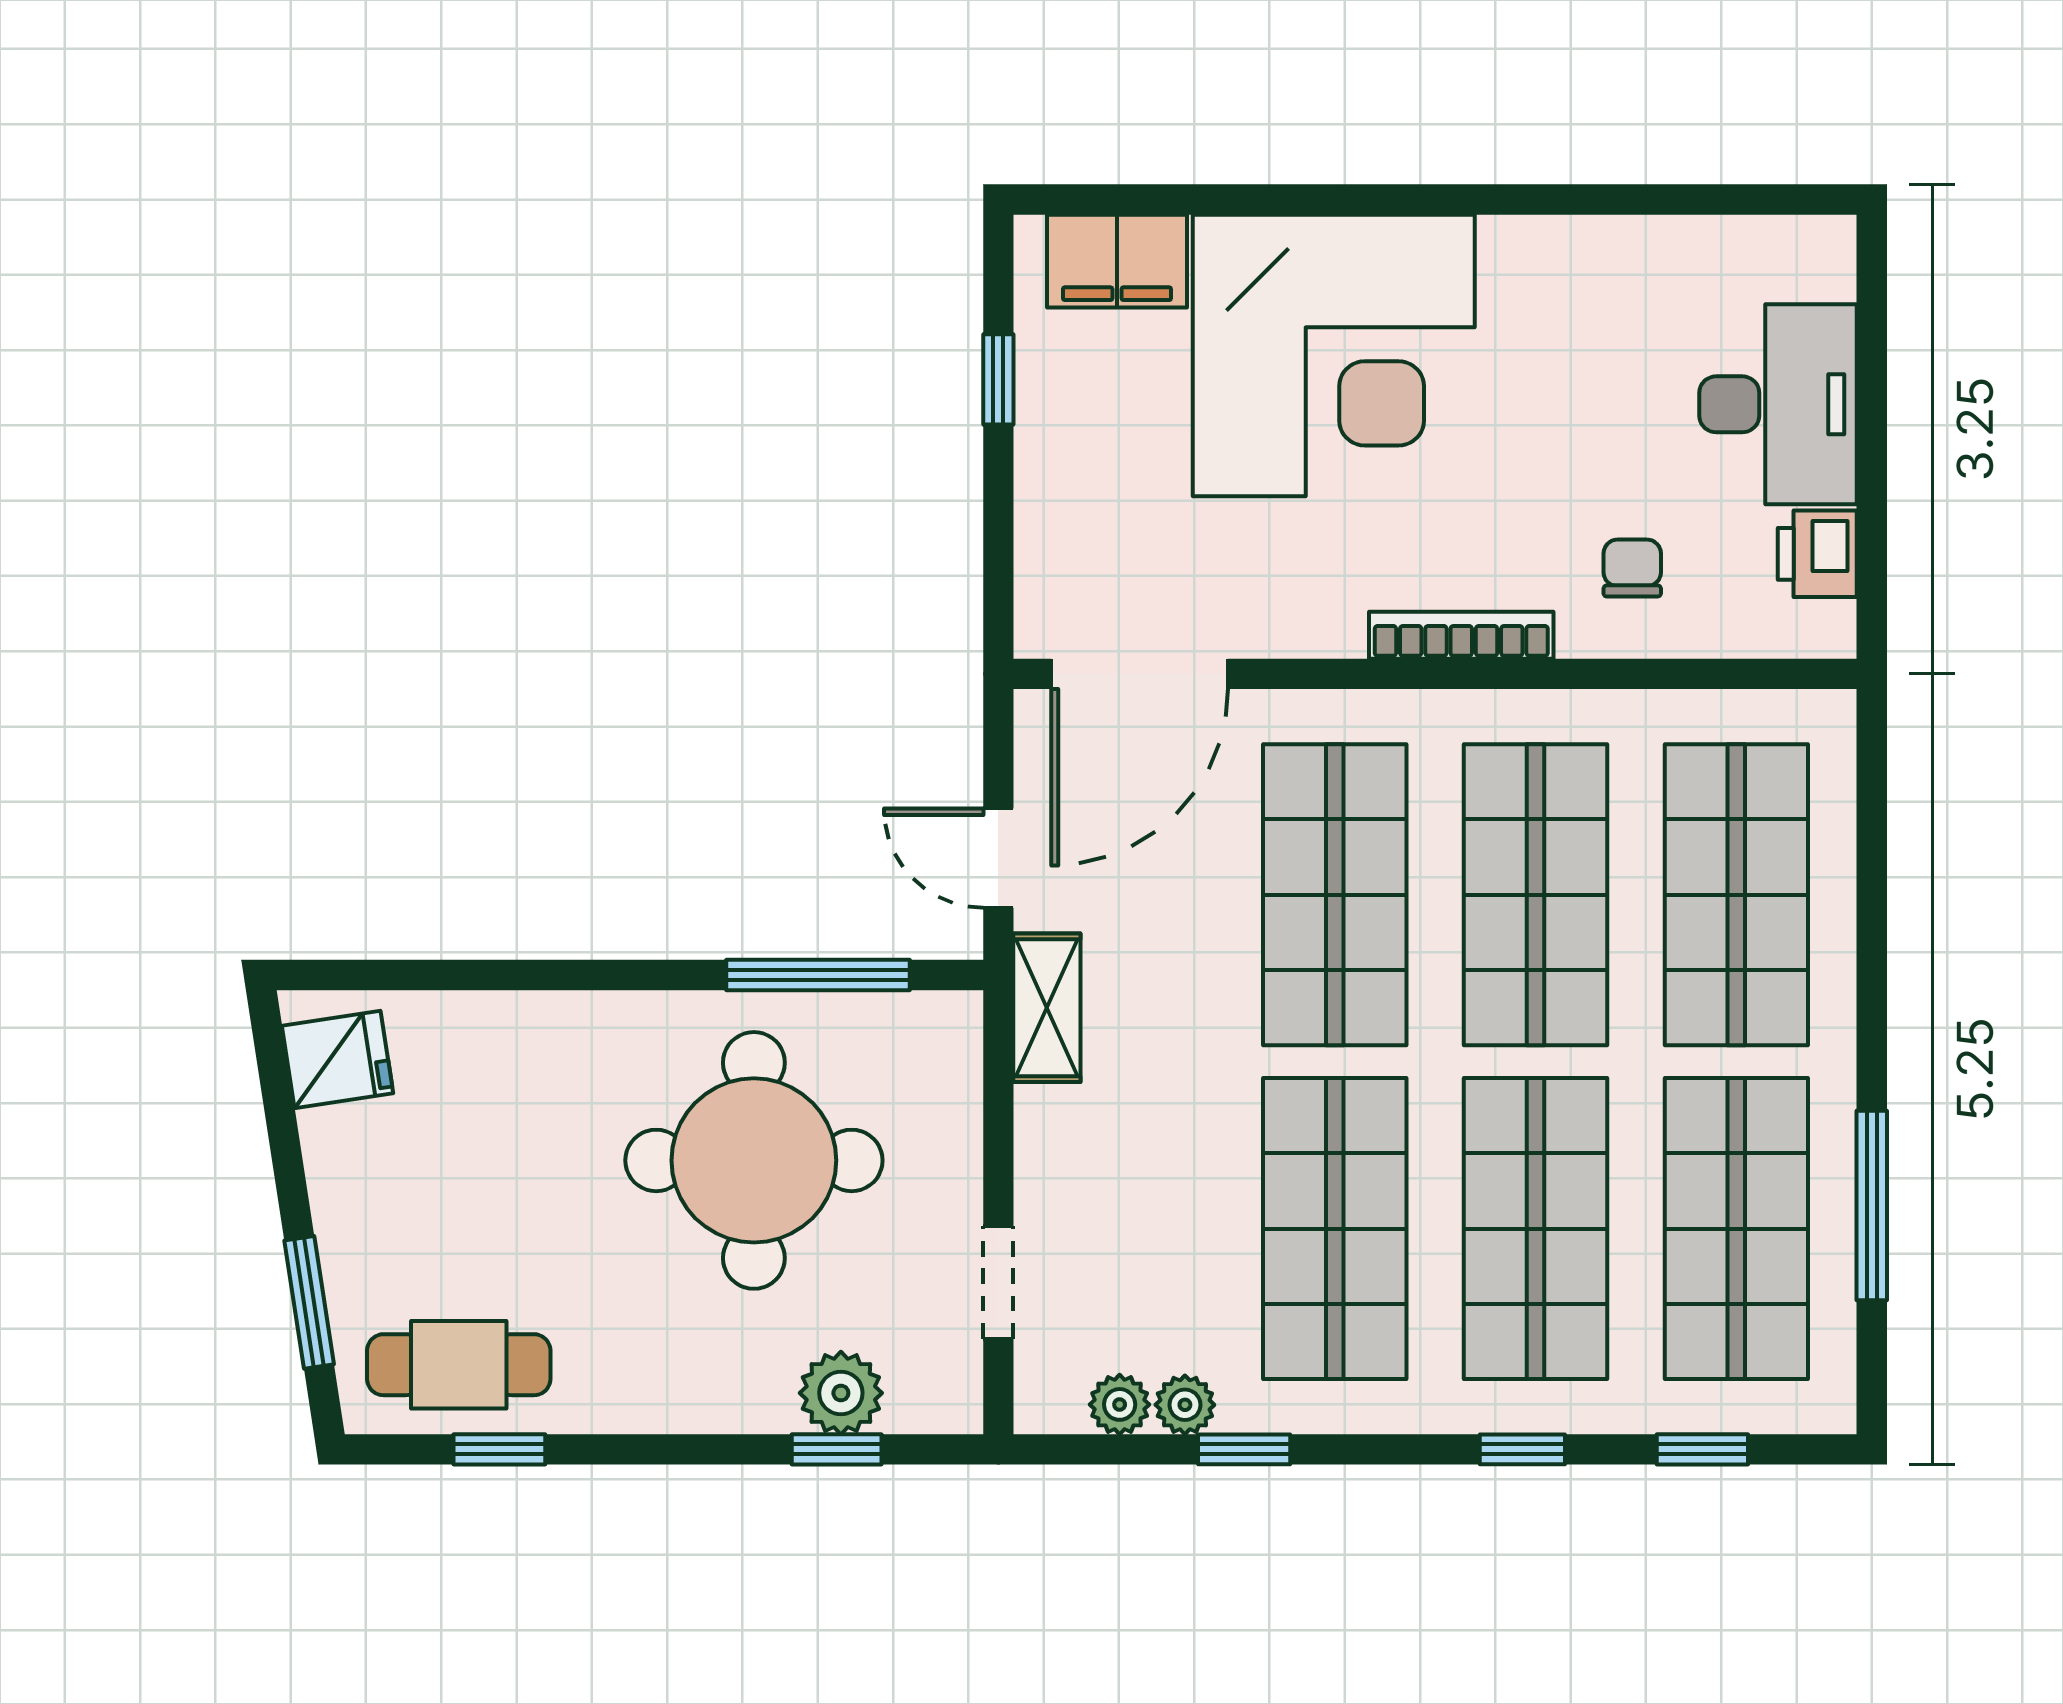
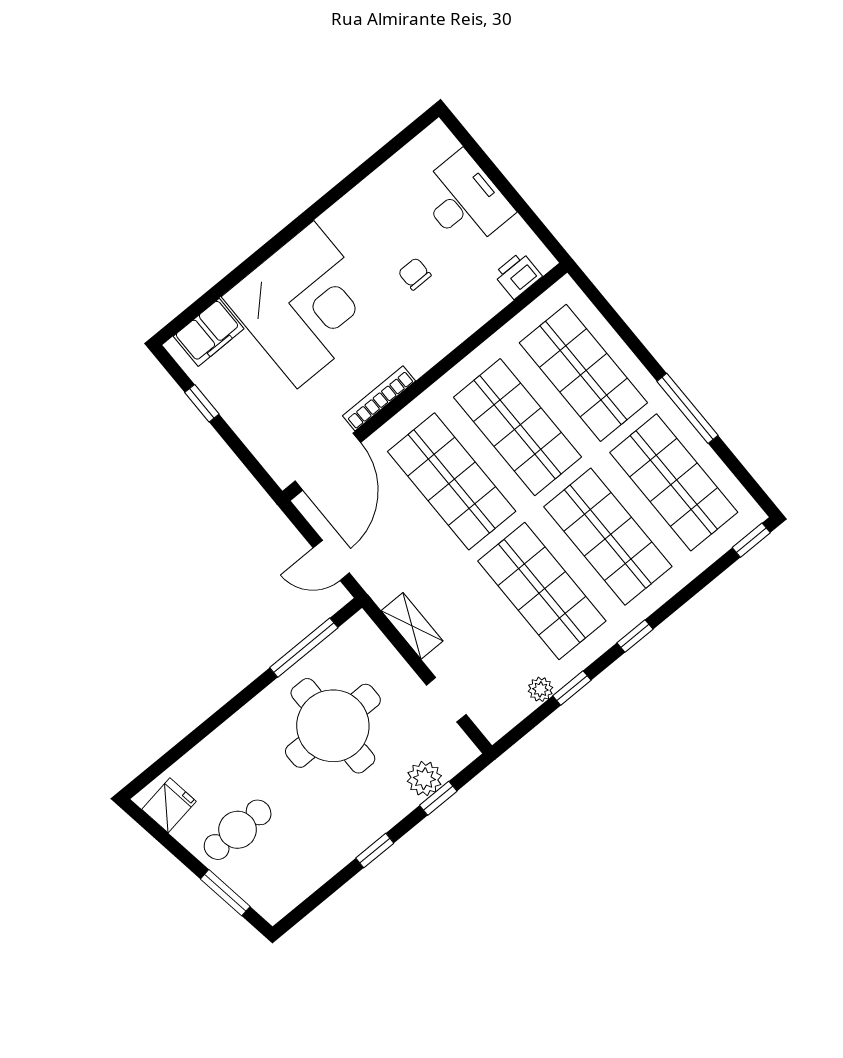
printer: (1817, 554) -> (518, 275), moved, turned 90
chair: (1632, 568) -> (415, 274), moved
bookcase: (1461, 635) -> (379, 398), moved
shelving: (1047, 1008) -> (412, 626), moved
window: (1872, 1206) -> (687, 408), moved
cafe table: (459, 1365) -> (238, 830), moved
plant: (1120, 1404) -> (519, 707), removed
window: (499, 1449) -> (375, 851), moved
window: (1522, 1449) -> (635, 636), moved
window: (1702, 1449) -> (751, 540), moved

